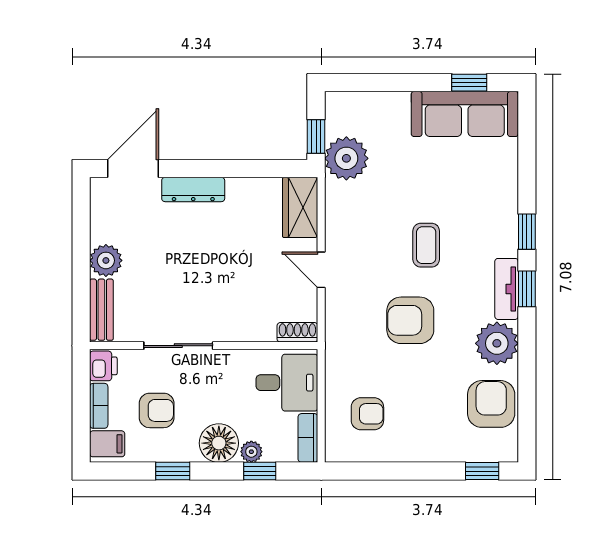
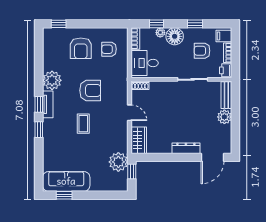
armchair: (491, 404) -> (81, 48), moved

